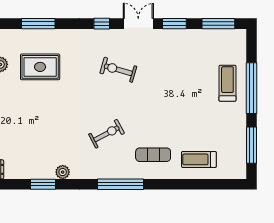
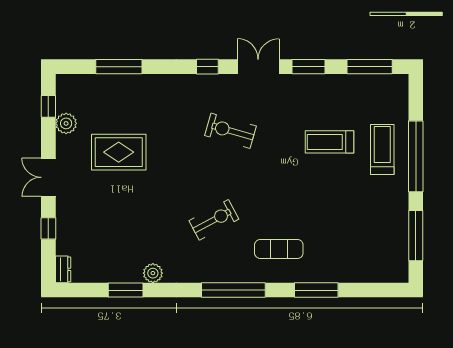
rug: (40, 67) -> (119, 152), moved
treadmill: (199, 159) -> (329, 142), moved
window: (180, 184) -> (316, 290), added

